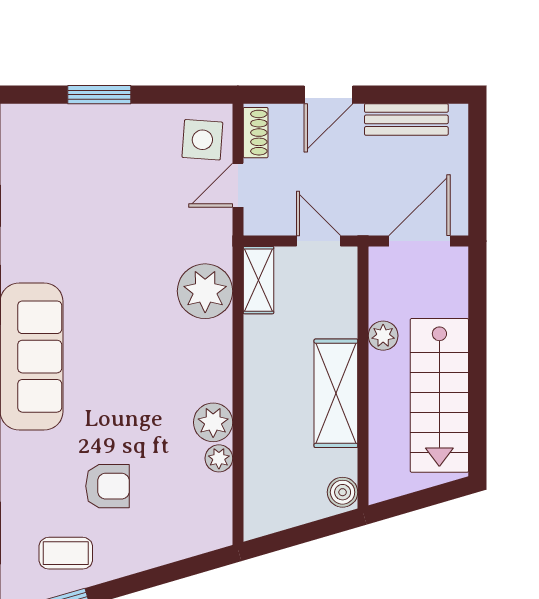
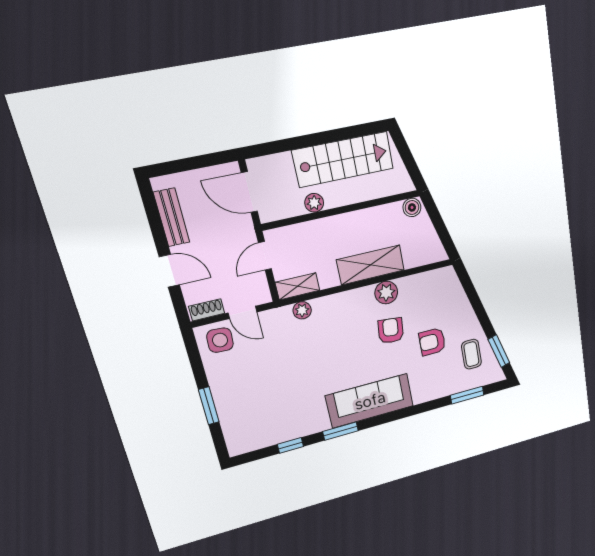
plant: (205, 291) -> (302, 310), width x0.53, depth x0.53
shelving: (336, 393) -> (371, 265), moved
armchair: (146, 417) -> (391, 331), added
plant: (219, 458) -> (406, 284), removed
armchair: (107, 486) -> (432, 342), turned -90

